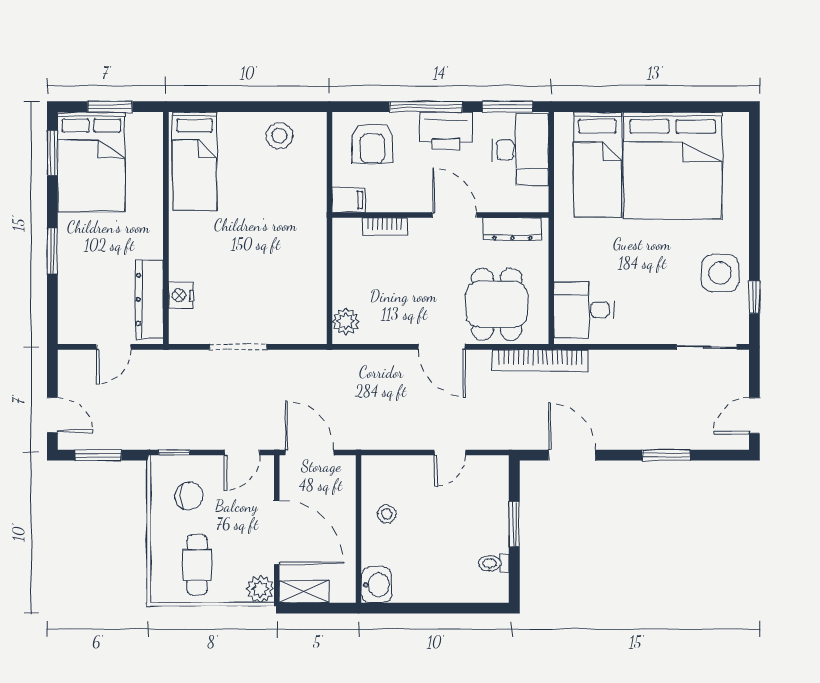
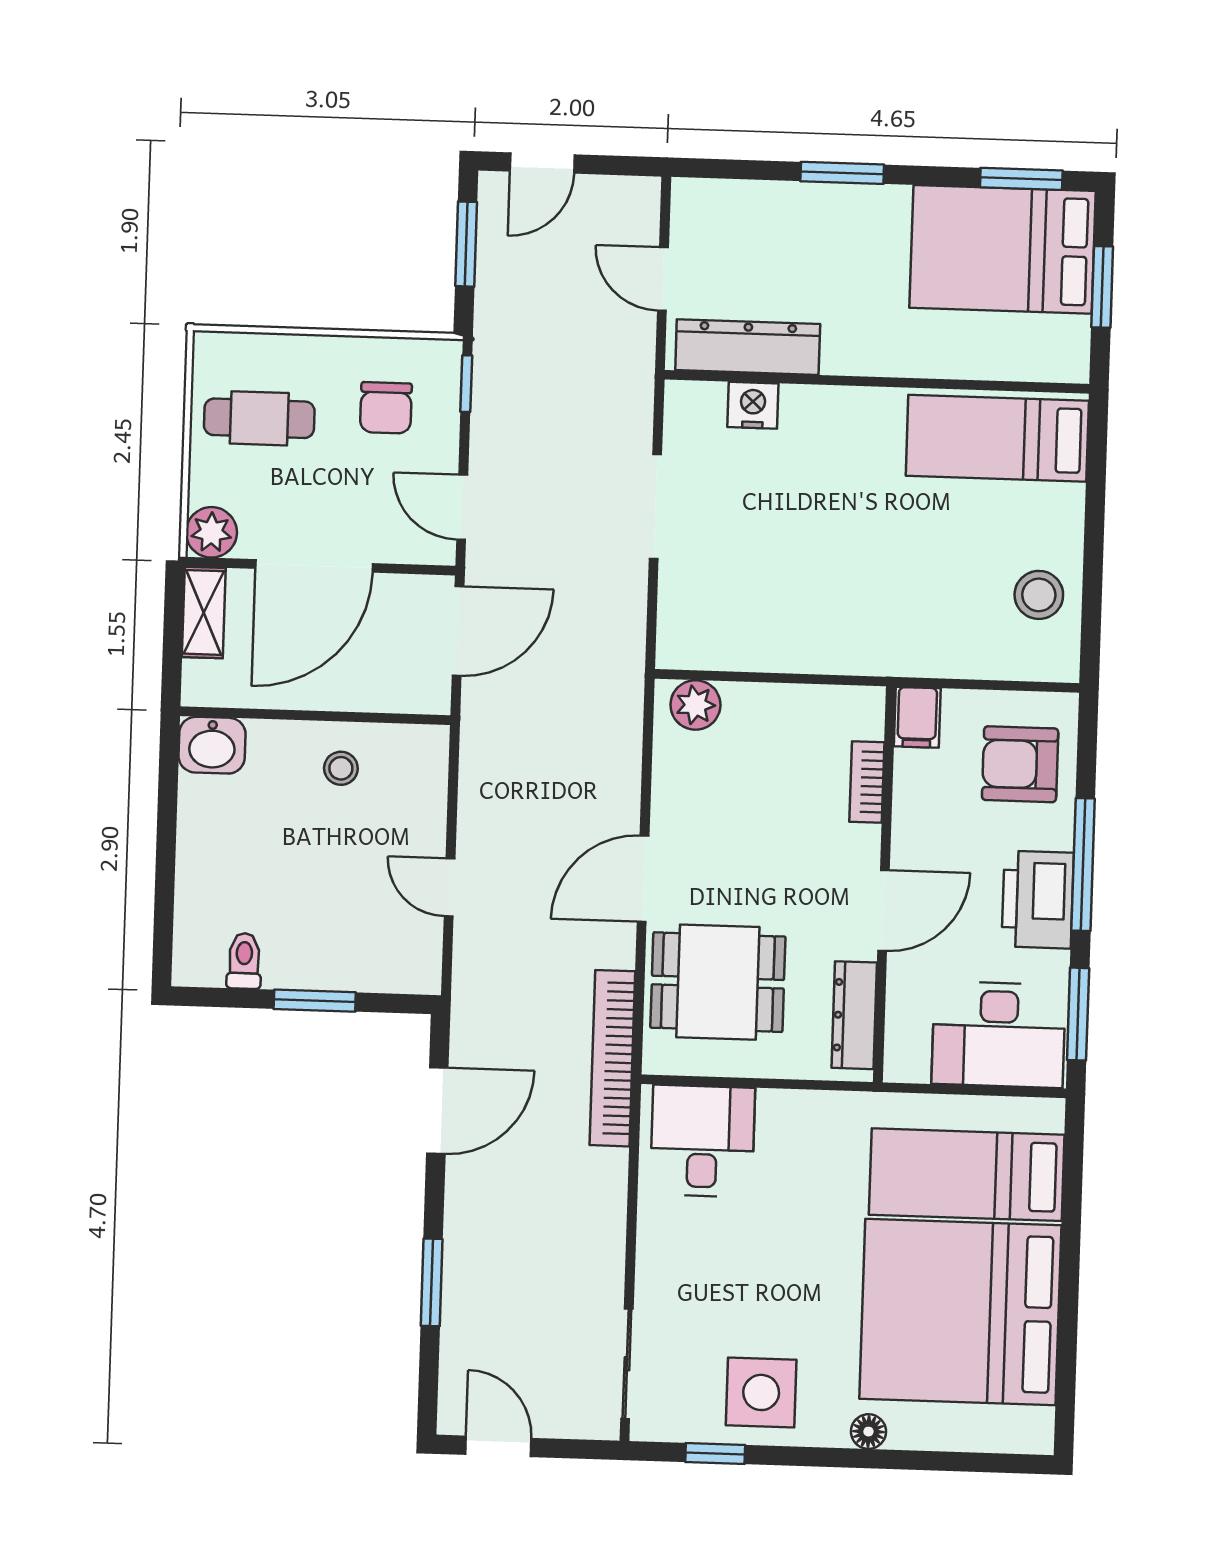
floor lamp: (740, 214) -> (868, 1432), added

